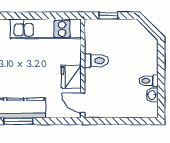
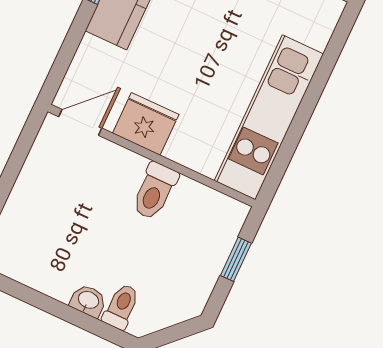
toilet: (148, 81) -> (121, 307), moved
washbasin: (152, 95) -> (88, 301), moved

